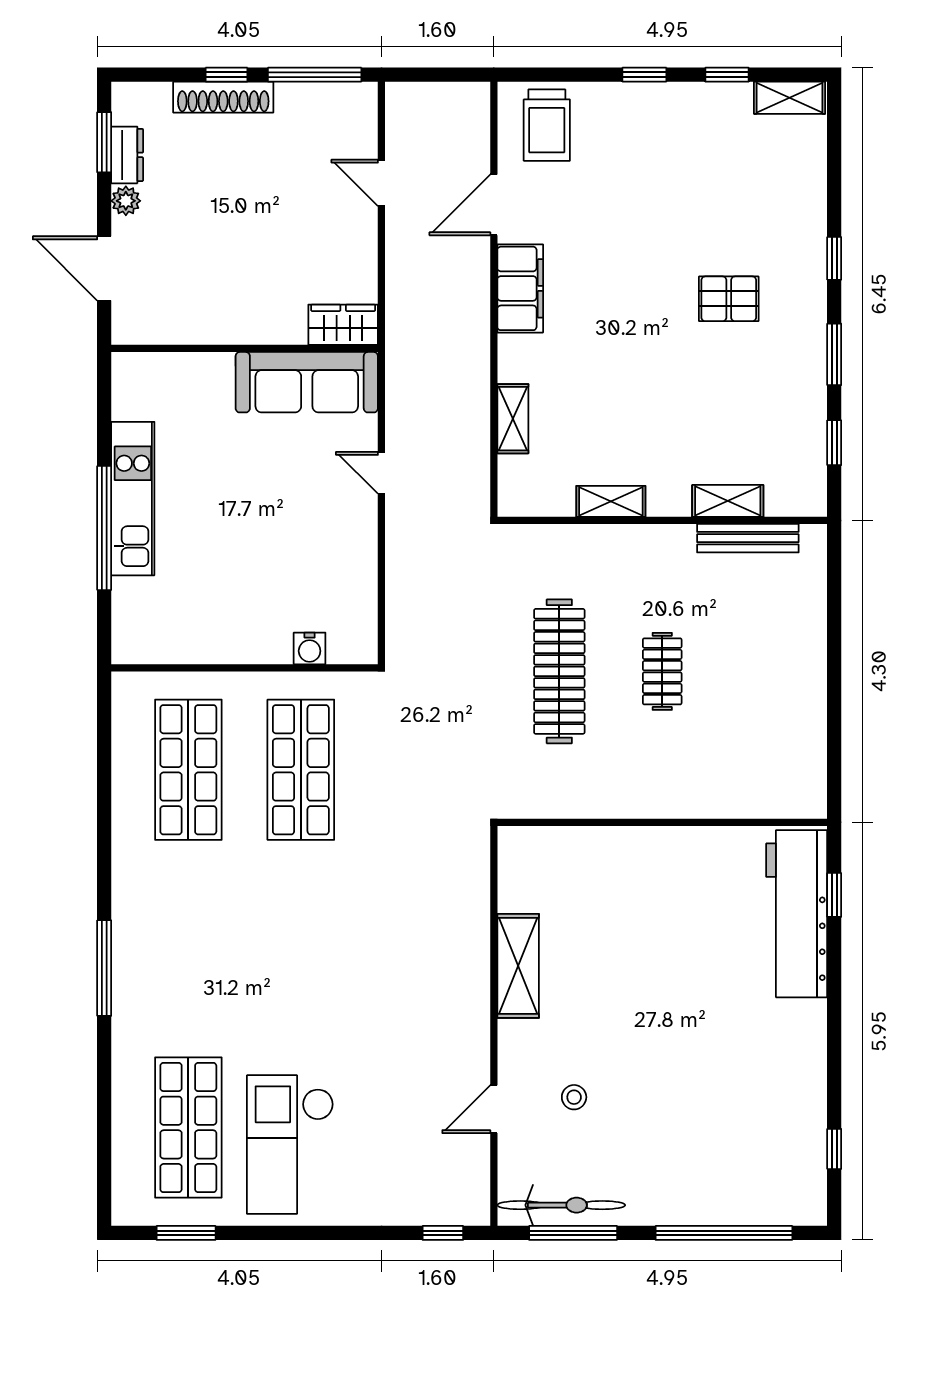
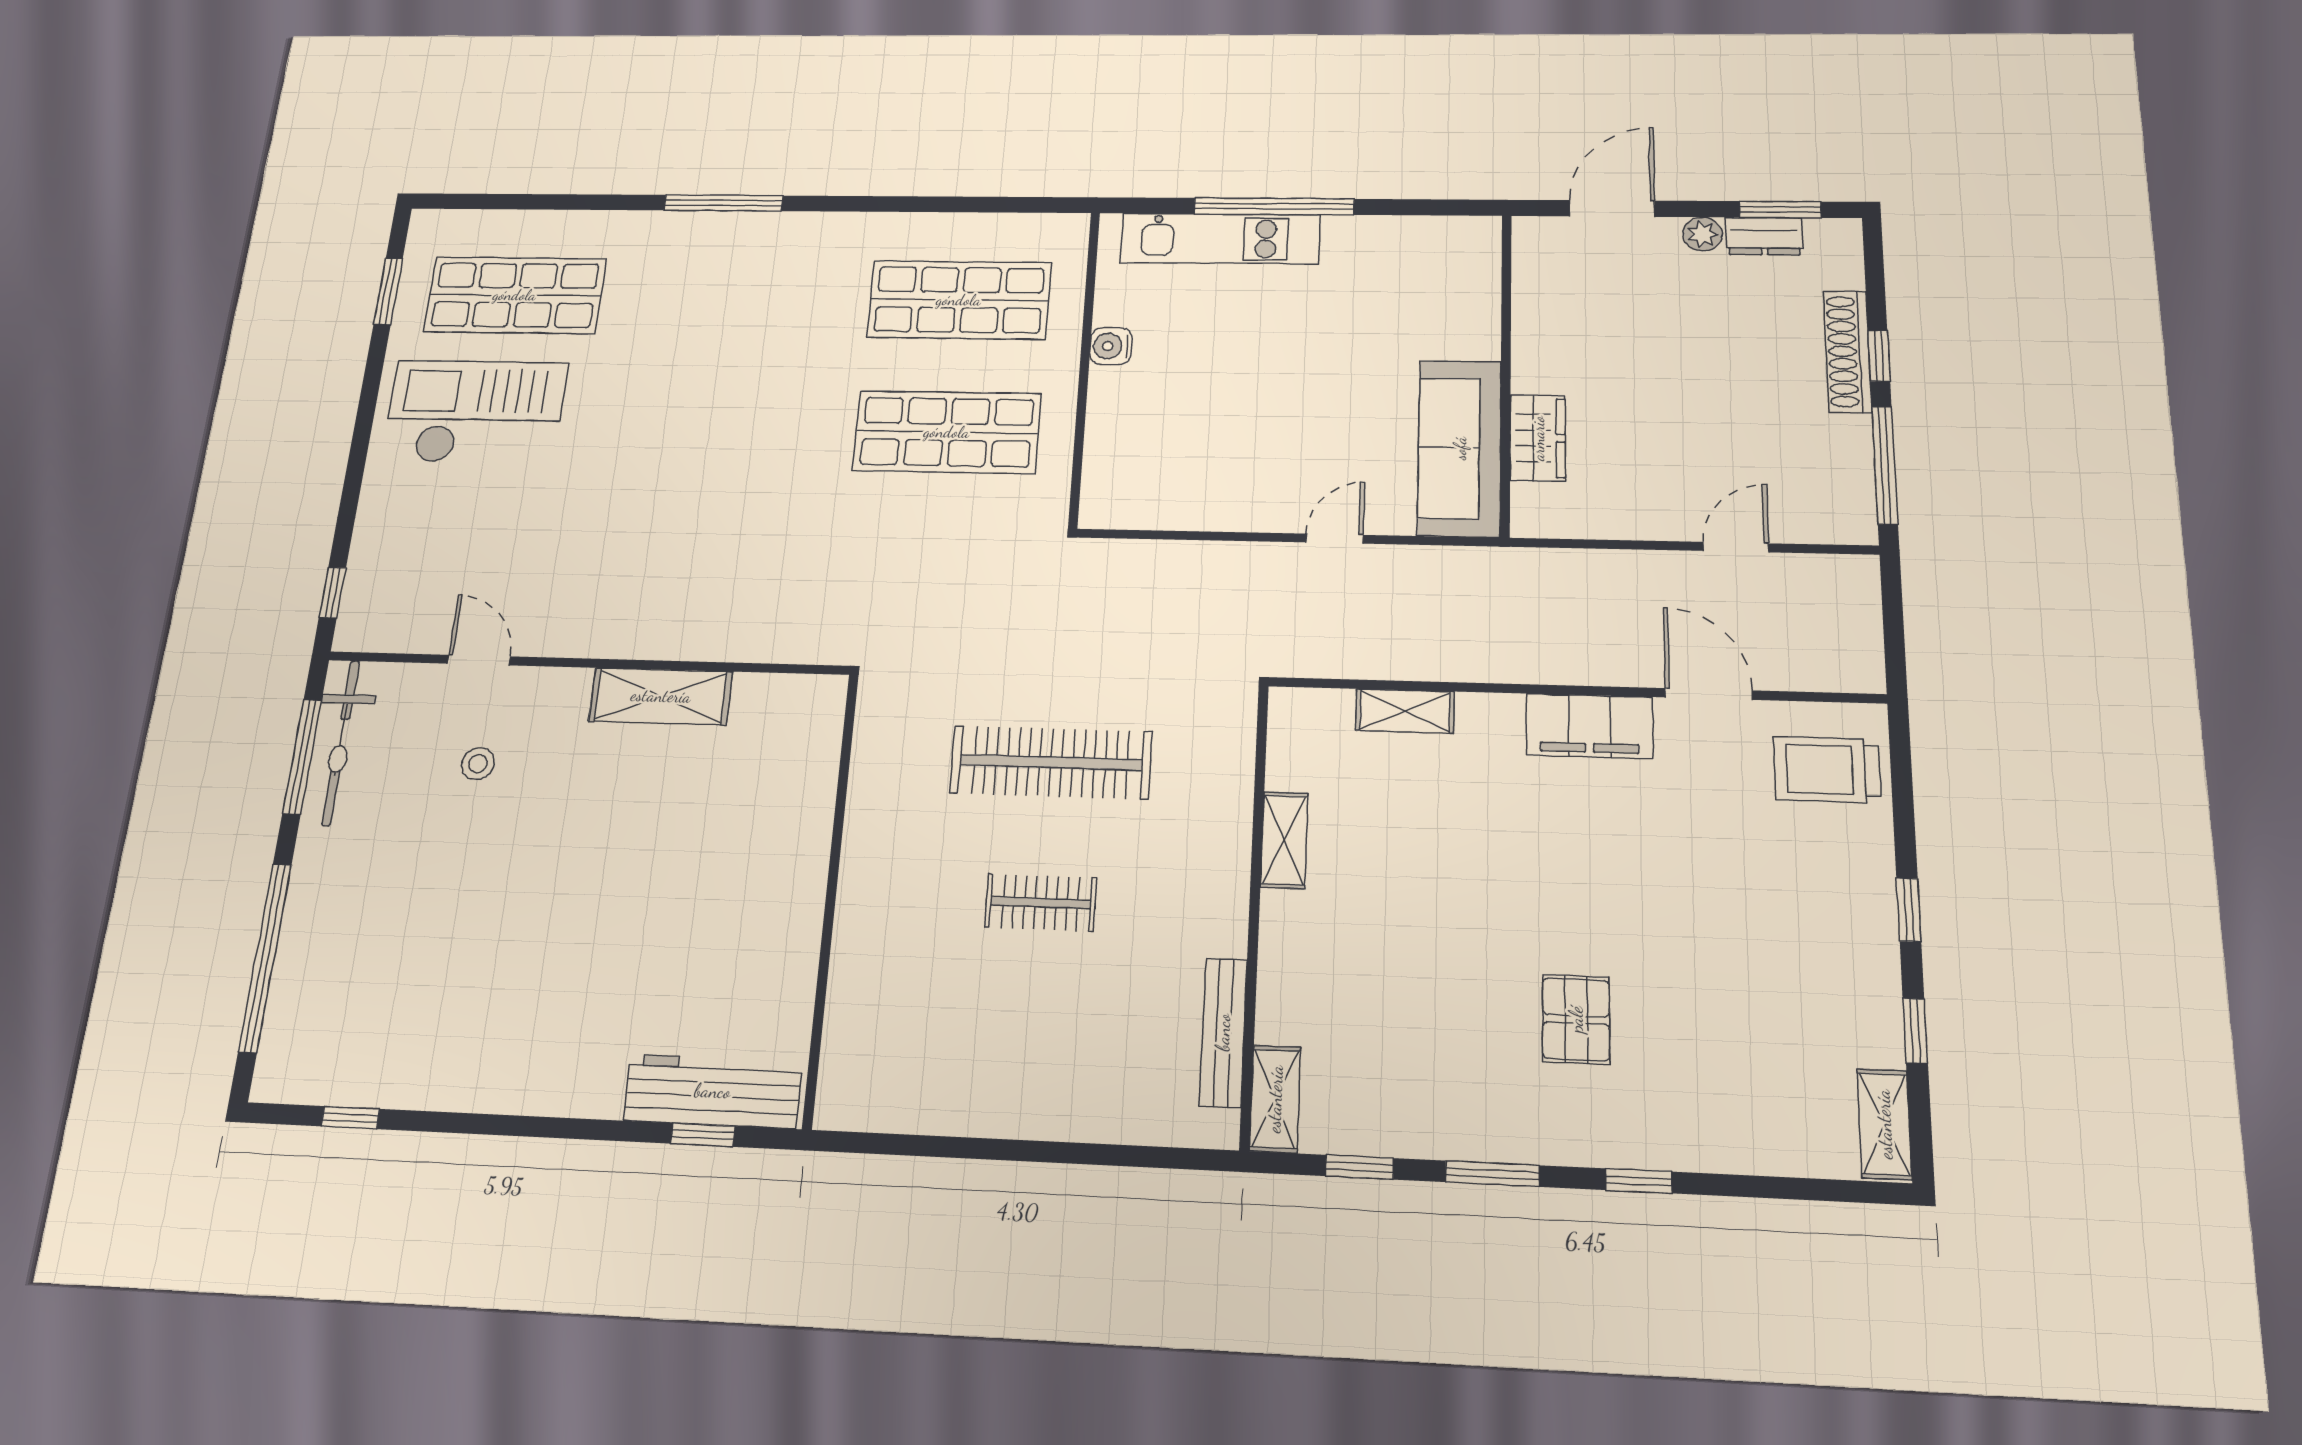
wardrobe: (343, 325) -> (1538, 438), moved
kitchen unit: (133, 499) -> (1220, 239), moved
shelving: (728, 501) -> (1275, 1099), moved
water cooler: (310, 648) -> (1111, 346), moved
workbench: (797, 914) -> (713, 1091), width x0.73, depth x0.76

